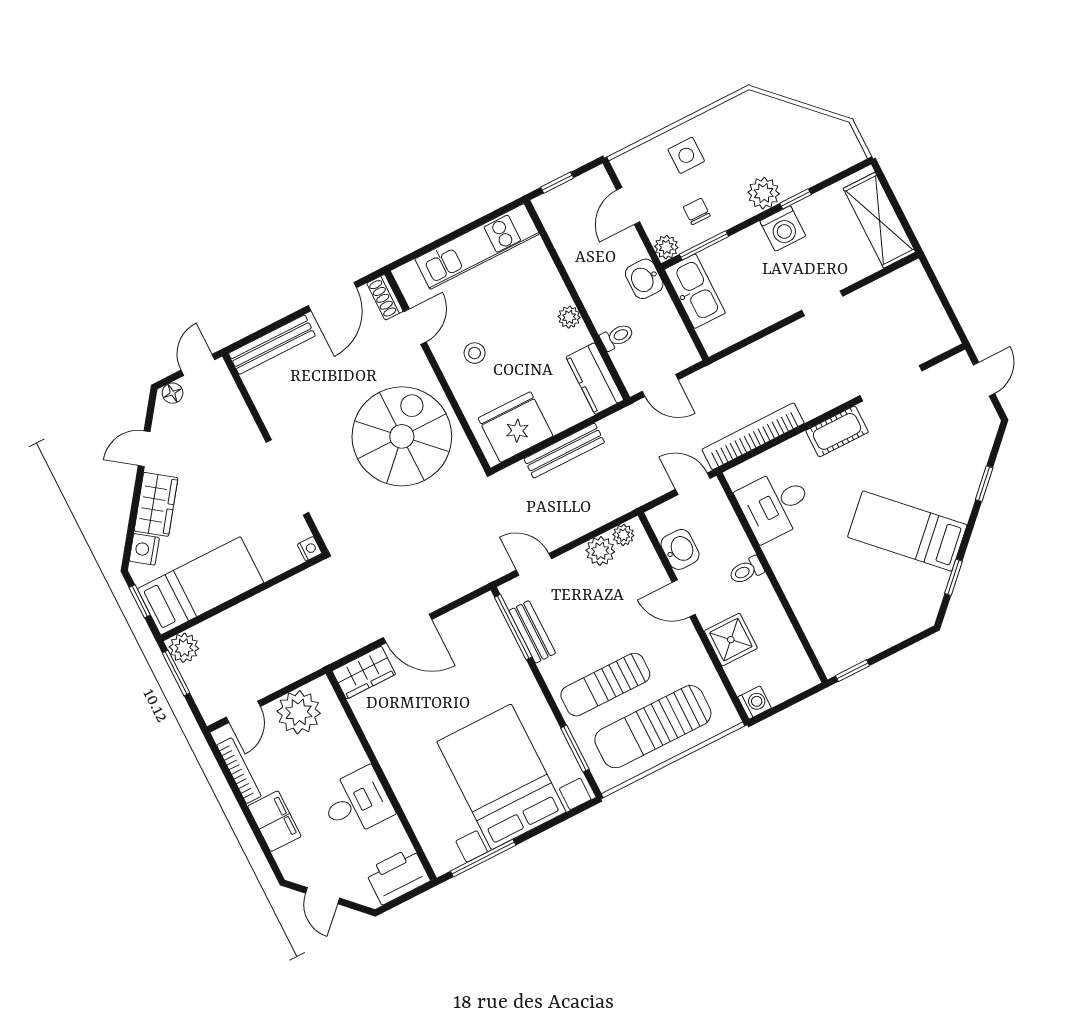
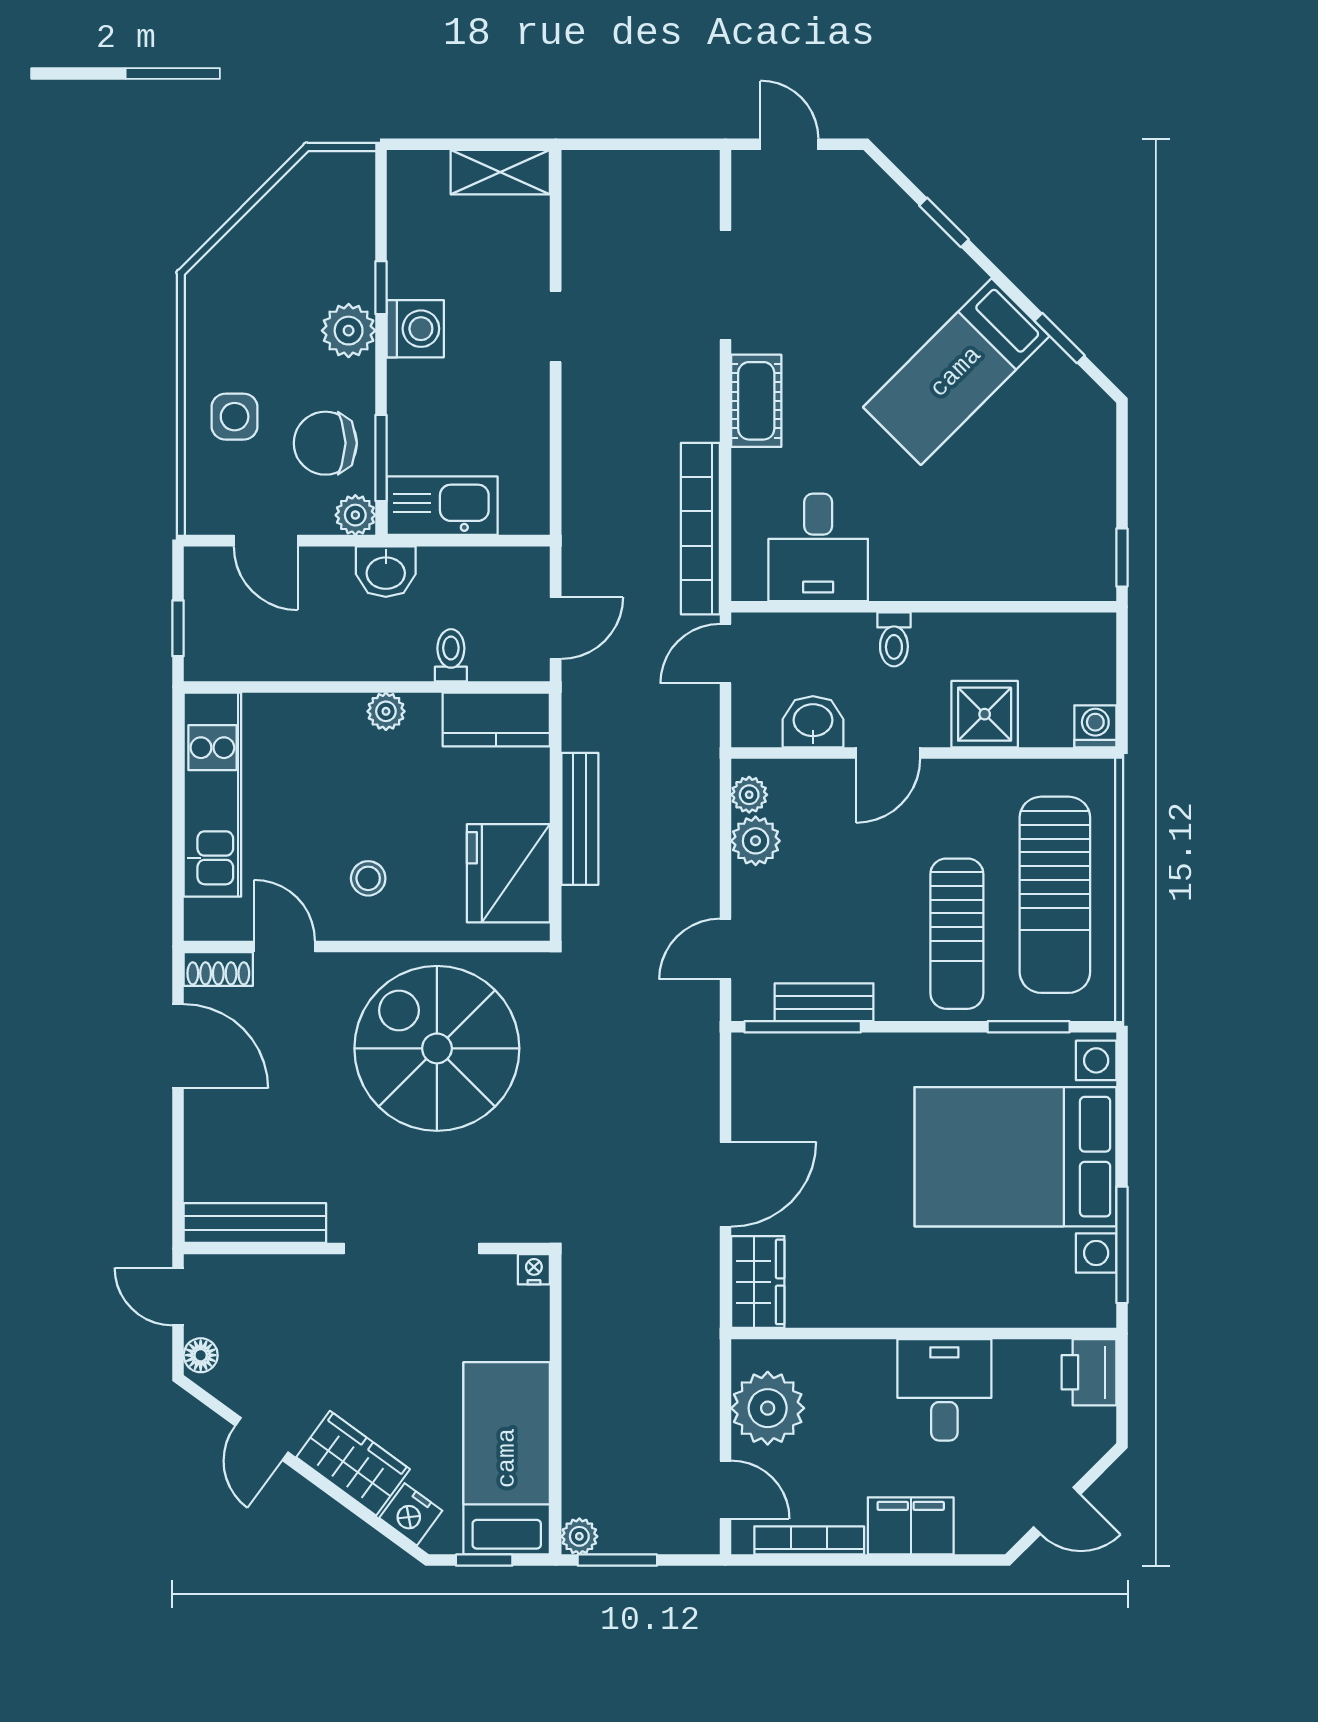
chair: (697, 211) -> (325, 443), width x1.87, depth x1.87
shelving: (879, 220) -> (500, 172), width x0.67, depth x0.75
bench: (272, 345) -> (255, 1223), moved, turned 90
plant: (184, 648) -> (579, 1536), width x0.73, depth x0.73
printer: (398, 876) -> (1089, 1372), width x0.73, depth x0.84

